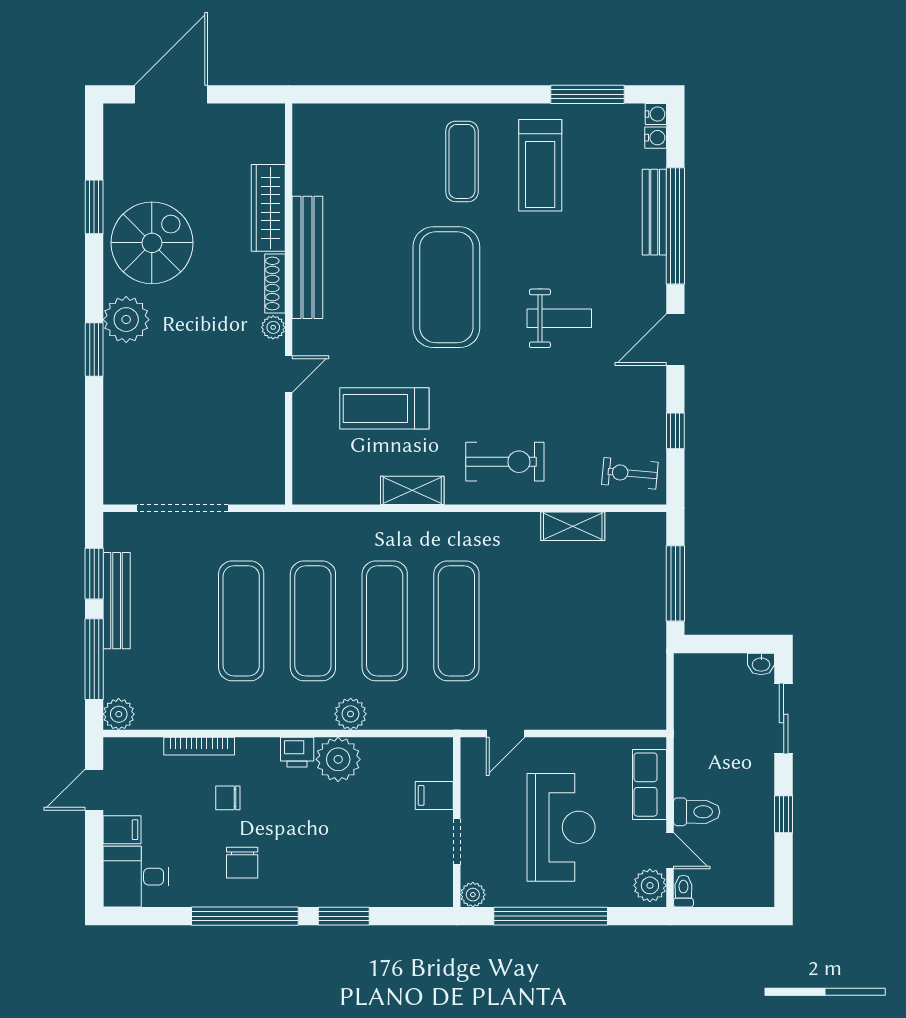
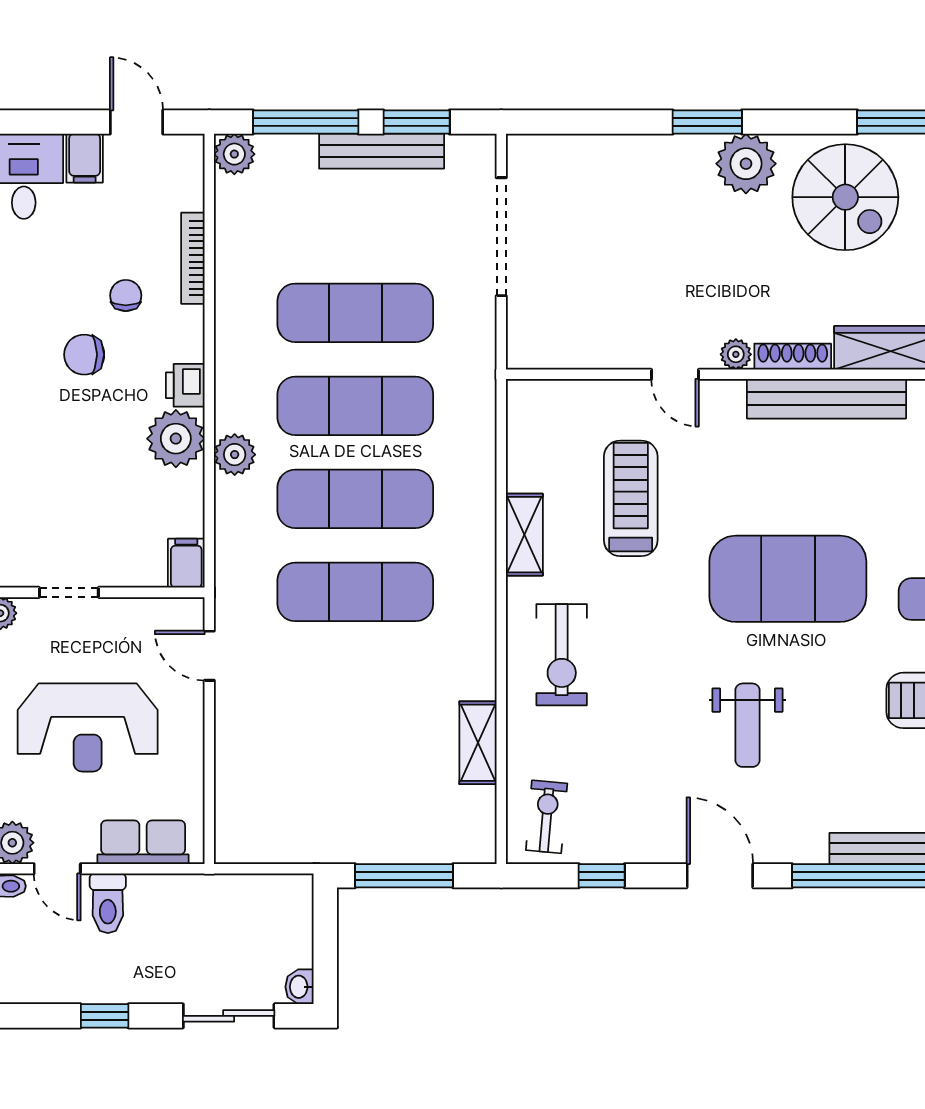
filing cabinet: (434, 795) -> (186, 563), moved
door: (670, 851) -> (57, 869), hinge flipped
chair: (242, 863) -> (84, 355), moved

